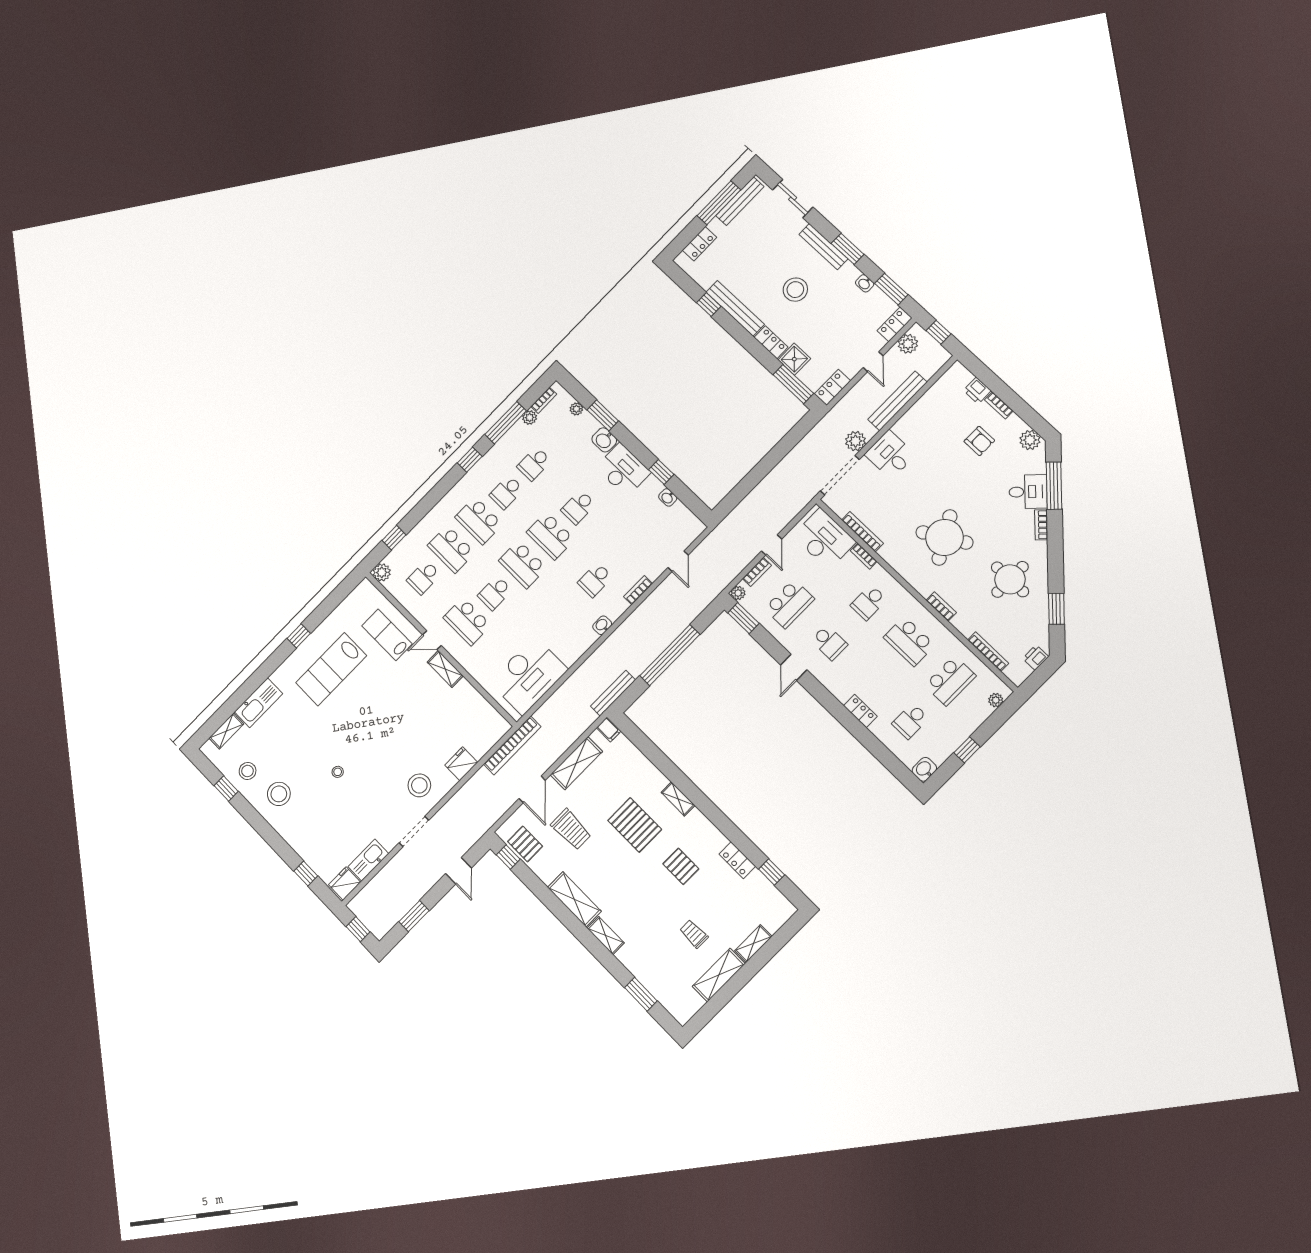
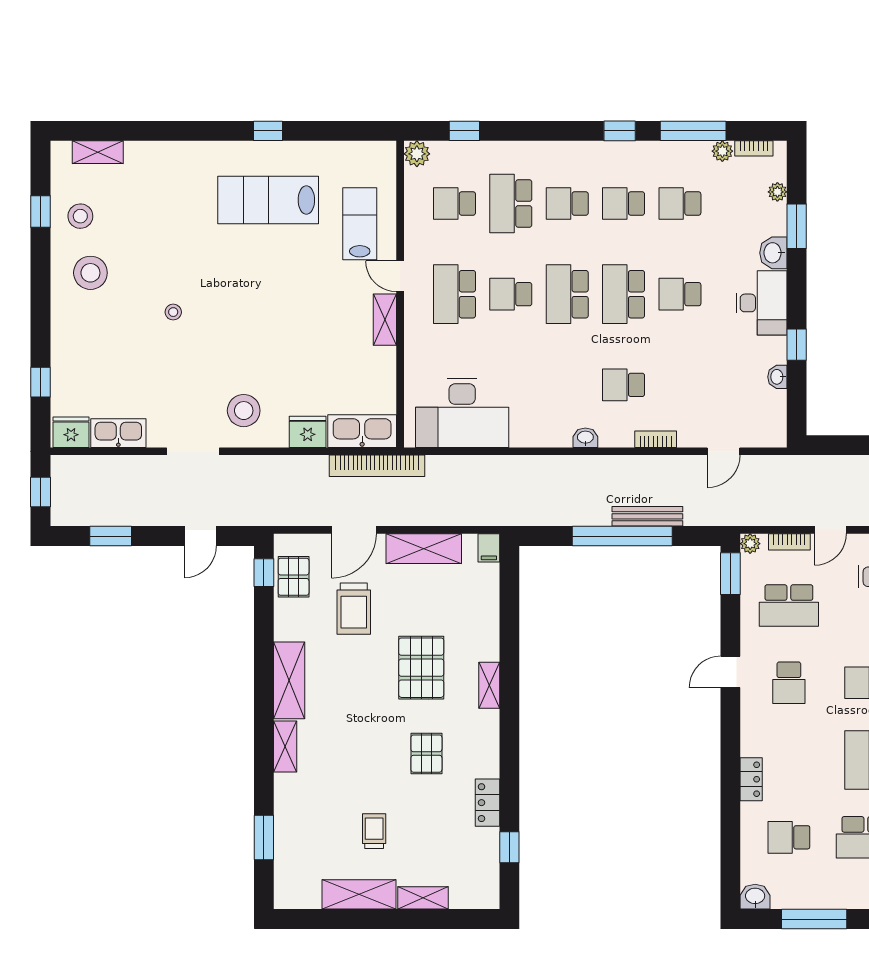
school desk: (479, 521) -> (567, 203), width x0.54
bench: (613, 693) -> (647, 516), moved
kitchen sink: (258, 703) -> (362, 431), moved, turned 180
window: (967, 750) -> (814, 919), width x2.17

